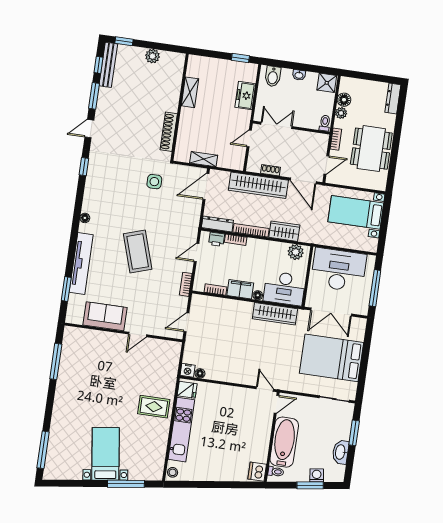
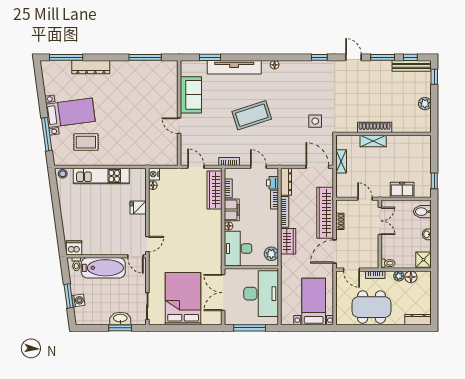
shelving: (190, 92) -> (373, 141), moved
shoe rack: (169, 132) -> (375, 127), moved
wardrobe: (275, 314) -> (215, 190), moved
fridge: (187, 390) -> (138, 208), moved, turned 90
rug: (154, 407) -> (86, 142), moved, turned 90
dresser: (58, 424) -> (91, 67), added
washbasin: (341, 452) -> (120, 318), moved

